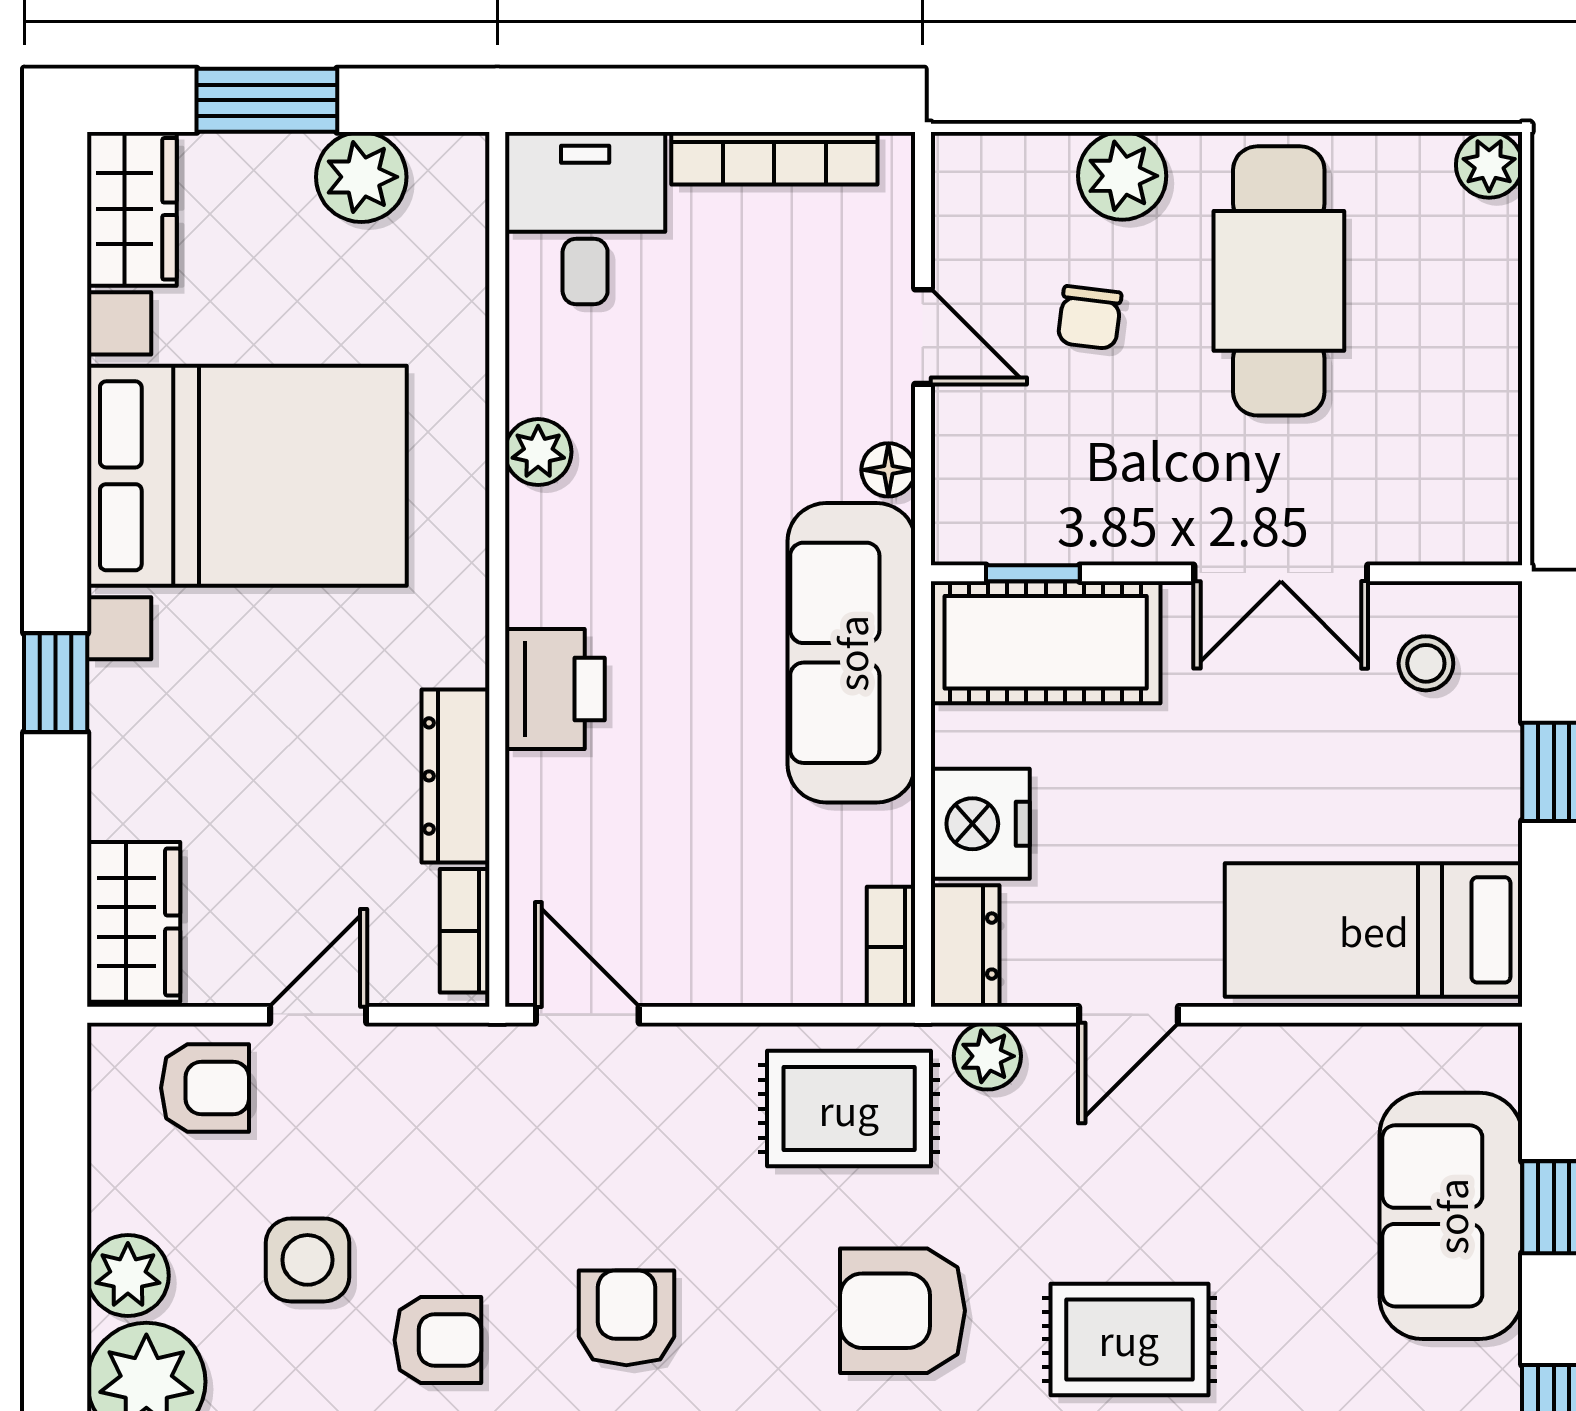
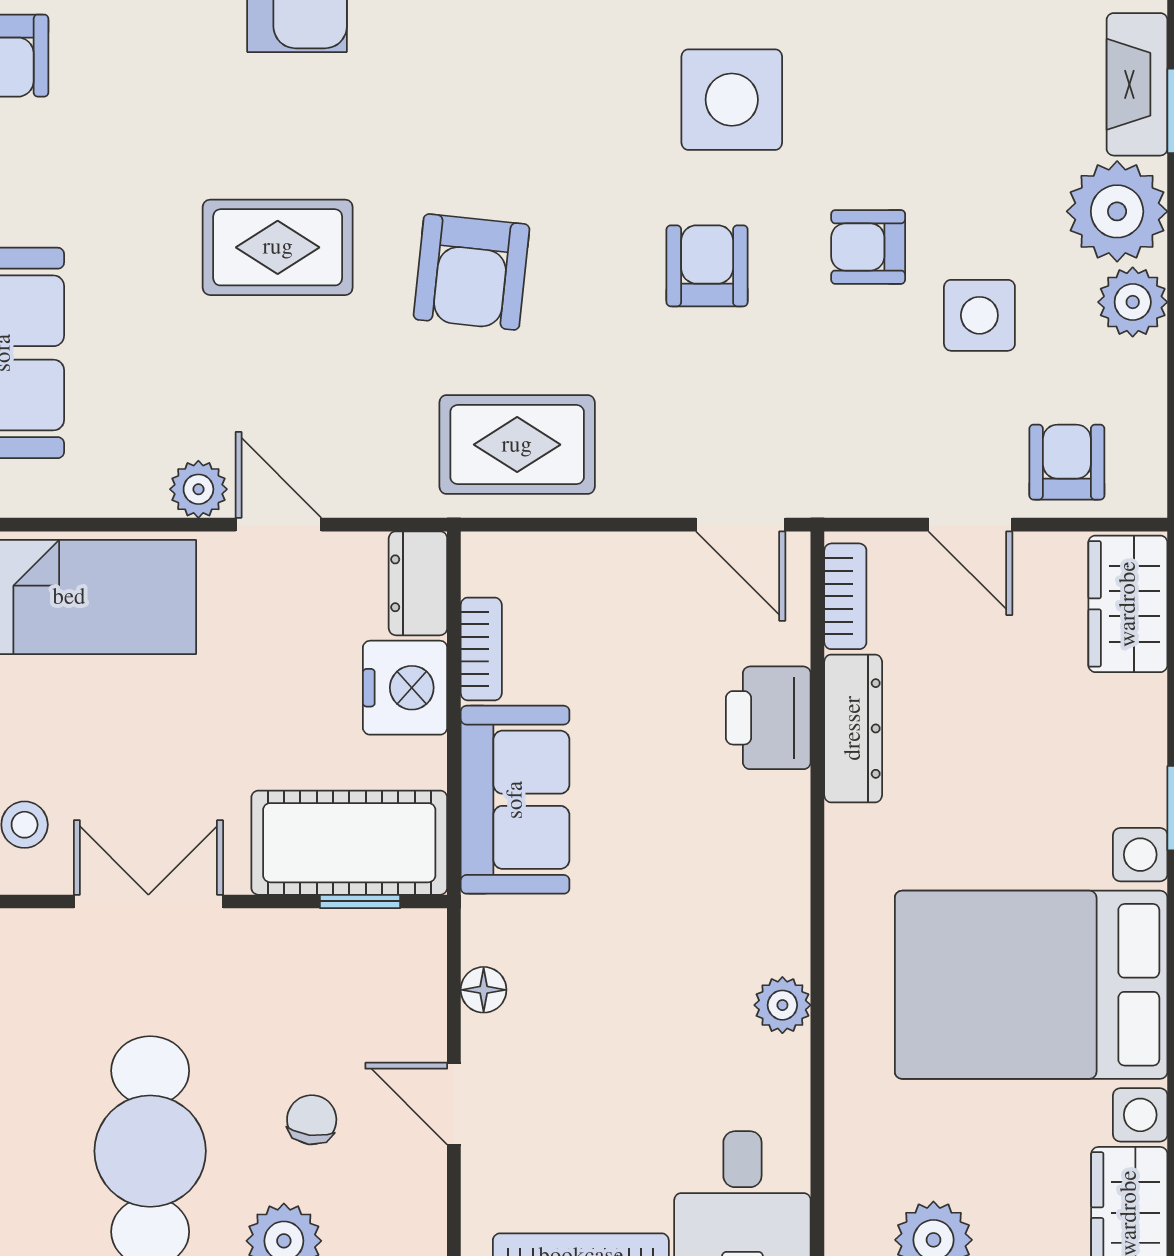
sofa: (851, 653) -> (515, 800), width x0.73
printer: (555, 689) -> (768, 718), moved
bookcase: (891, 947) -> (481, 649), moved
door: (318, 1015) -> (970, 525), hinge flipped
door: (1128, 1015) -> (279, 525), hinge flipped
plant: (987, 1056) -> (198, 489), moved
armchair: (205, 1088) -> (1067, 462), turned 90
armchair: (902, 1311) -> (472, 272), turned 96
armchair: (626, 1318) -> (707, 266), turned 180

